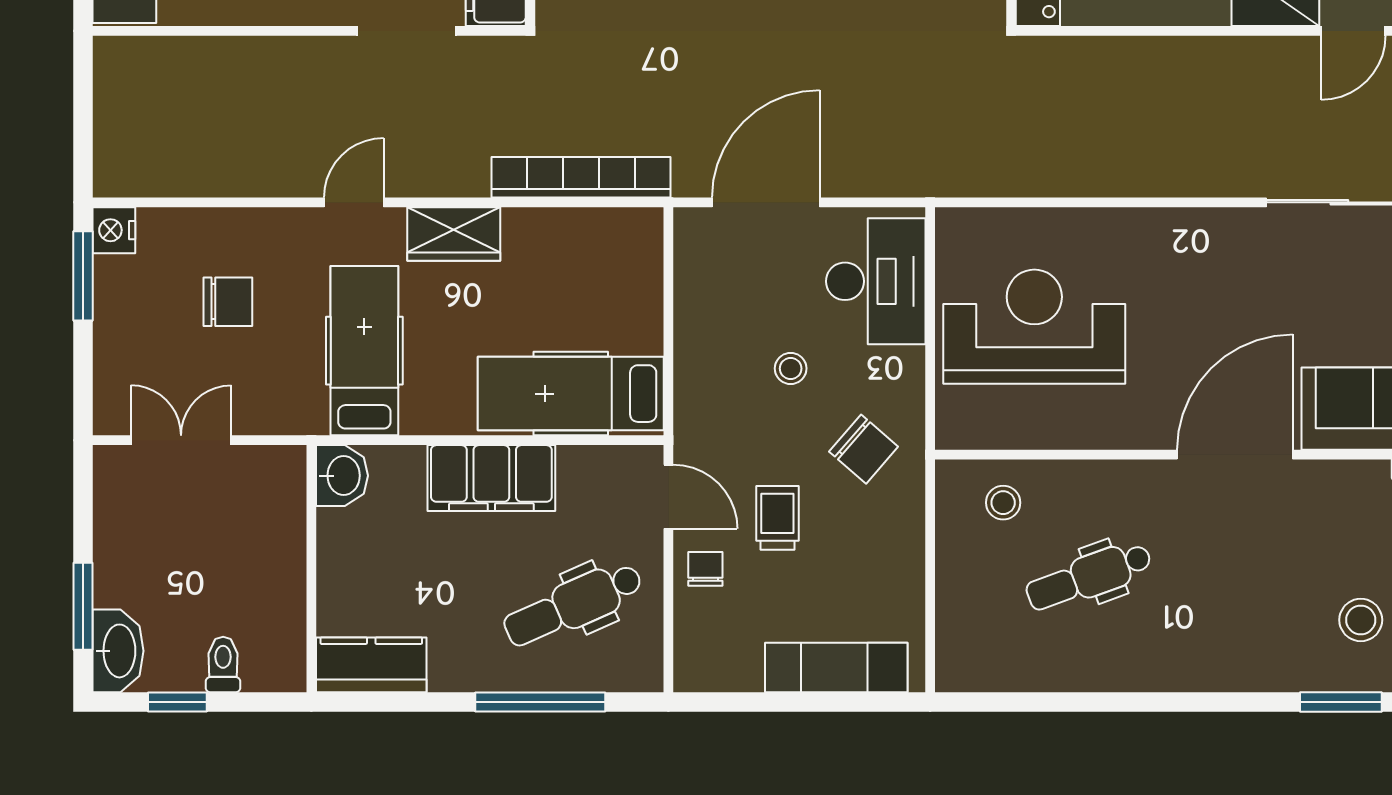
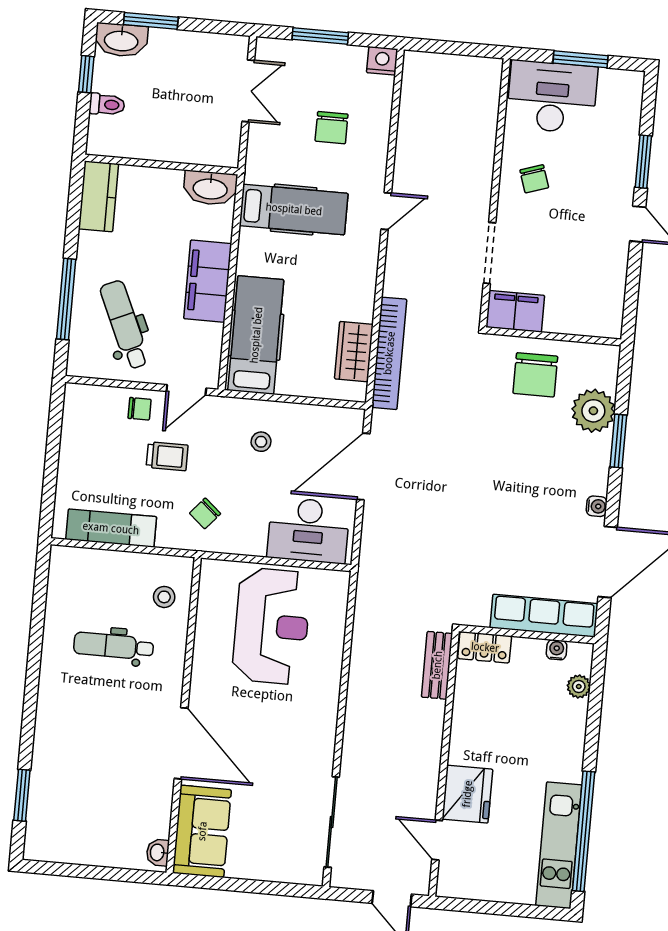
bench: (1074, 56) -> (437, 665), added
door: (354, 202) -> (386, 211), hinge flipped
door: (766, 202) -> (363, 467), swing flipped
wardrobe: (454, 234) -> (354, 352), moved
window: (83, 276) -> (320, 36), moved
stool: (791, 368) -> (261, 442), moved
chair: (864, 449) -> (205, 513), width x0.73, depth x0.73
washbasin: (342, 476) -> (210, 188), width x1.38
dental chair: (1089, 577) -> (114, 646), turned -70
stool: (1361, 620) -> (72, 812), removed
exam couch: (836, 668) -> (111, 528), moved, turned -90

